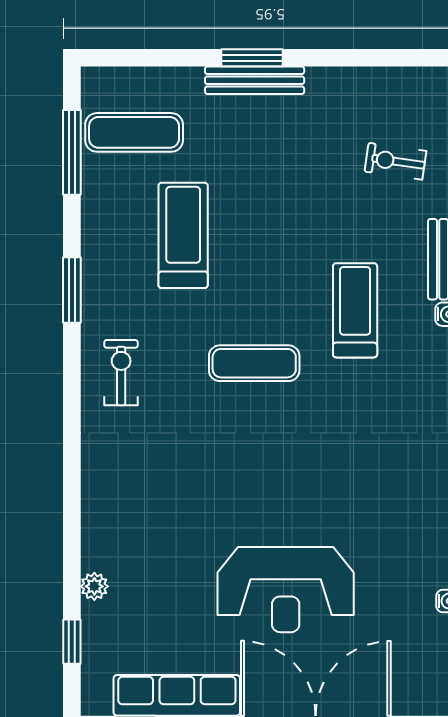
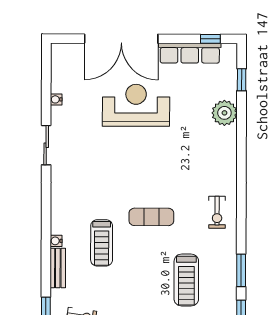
window: (72, 290) -> (241, 270), moved
plant: (94, 586) -> (224, 113), width x1.88, depth x1.88

